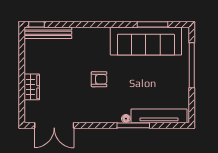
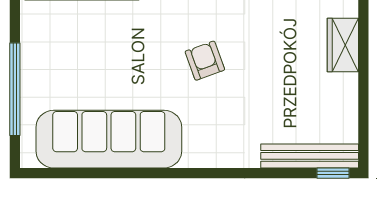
window: (153, 24) -> (95, 173), removed
armchair: (99, 79) -> (205, 61), turned 70

